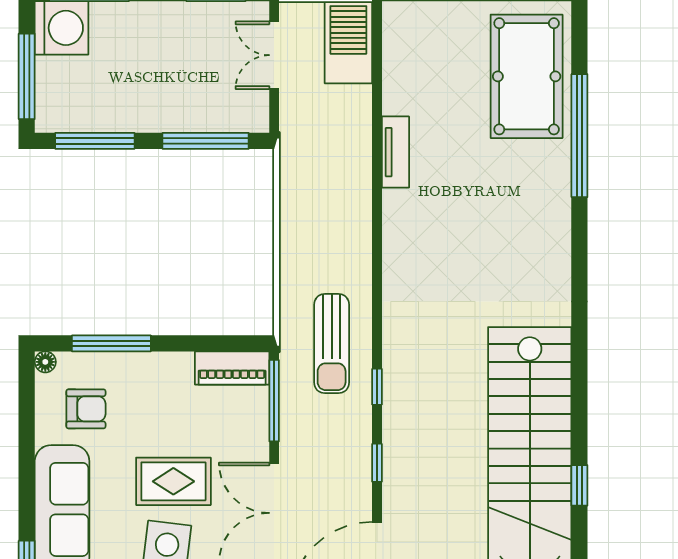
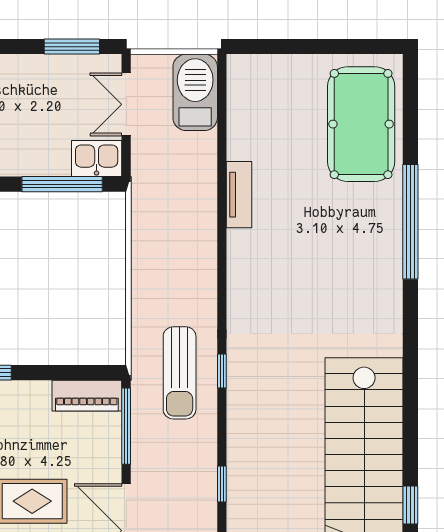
kitchen sink: (242, 113) -> (97, 159), added
window: (579, 136) -> (410, 222), moved
window: (377, 387) -> (222, 371), moved

